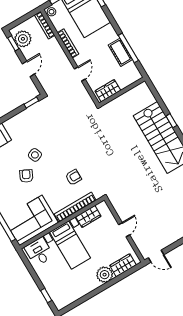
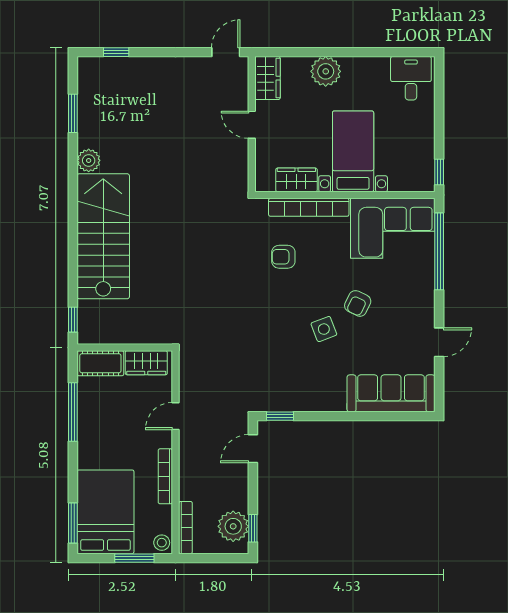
cot: (120, 52) -> (100, 363), moved, turned 90
door: (28, 69) -> (253, 449), moved
window: (171, 121) -> (73, 320), moved
door: (124, 230) -> (252, 125), hinge flipped
desk: (39, 252) -> (411, 78), moved, turned 180
door: (156, 256) -> (226, 52), hinge flipped
wardrobe: (123, 265) -> (268, 78), moved, turned -90
window: (46, 296) -> (439, 172), moved

